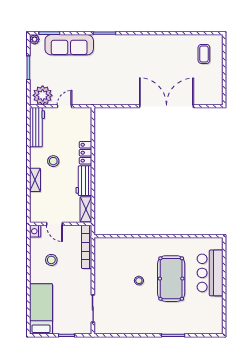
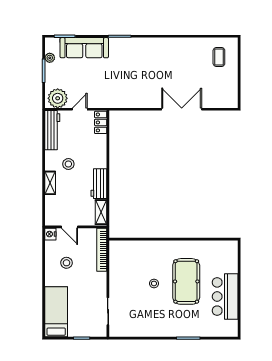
plant: (35, 39) -> (50, 58), moved
double door: (167, 106) -> (182, 109), width x0.73
locker: (86, 153) -> (101, 122), moved
bar counter: (210, 273) -> (225, 297), moved

